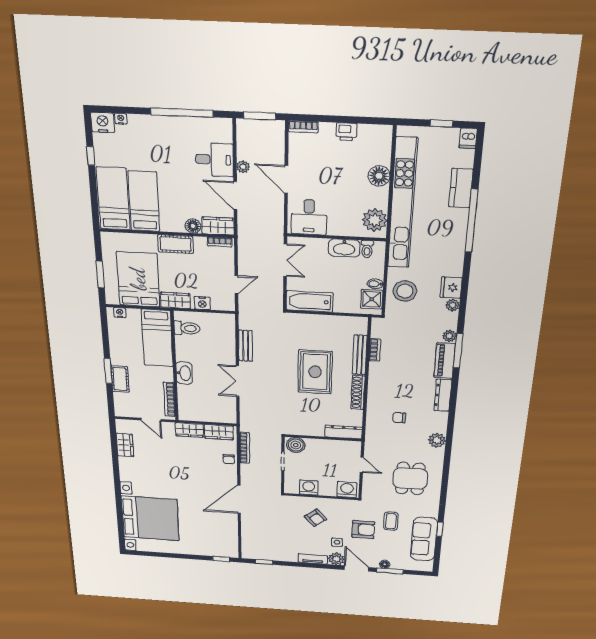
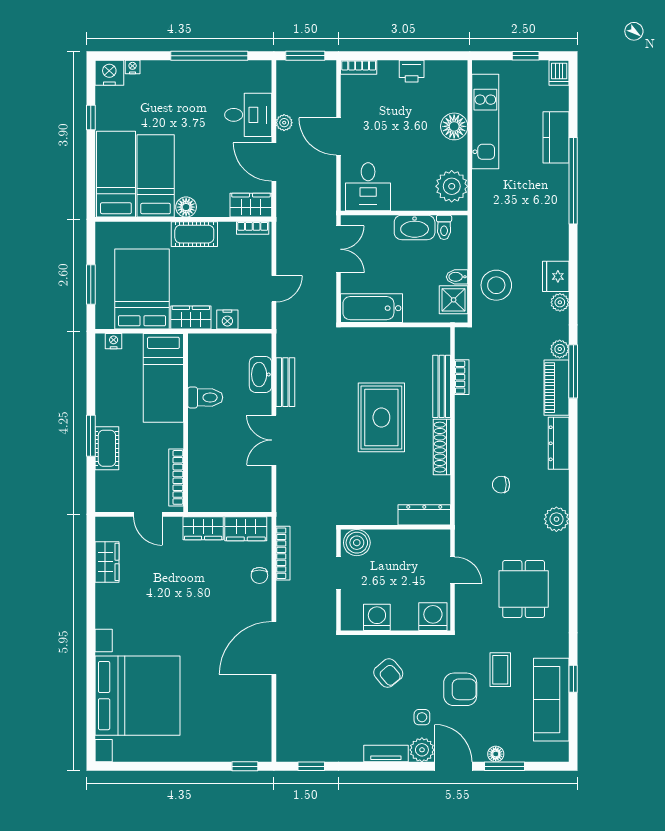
kitchen unit: (402, 204) -> (485, 121), width x0.54
floor lamp: (193, 226) -> (186, 207), moved
toilet: (187, 328) -> (205, 397), moved
washbasin: (184, 373) -> (261, 374), moved, turned 180

